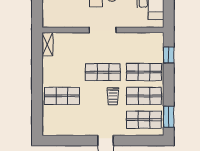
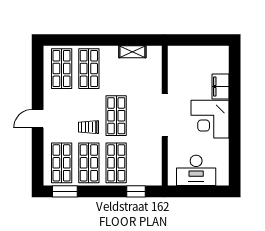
doorway: (103, 30) -> (165, 115), width x1.36
shelving: (47, 44) -> (132, 52), moved
shop shelf: (62, 120) -> (62, 69), added

